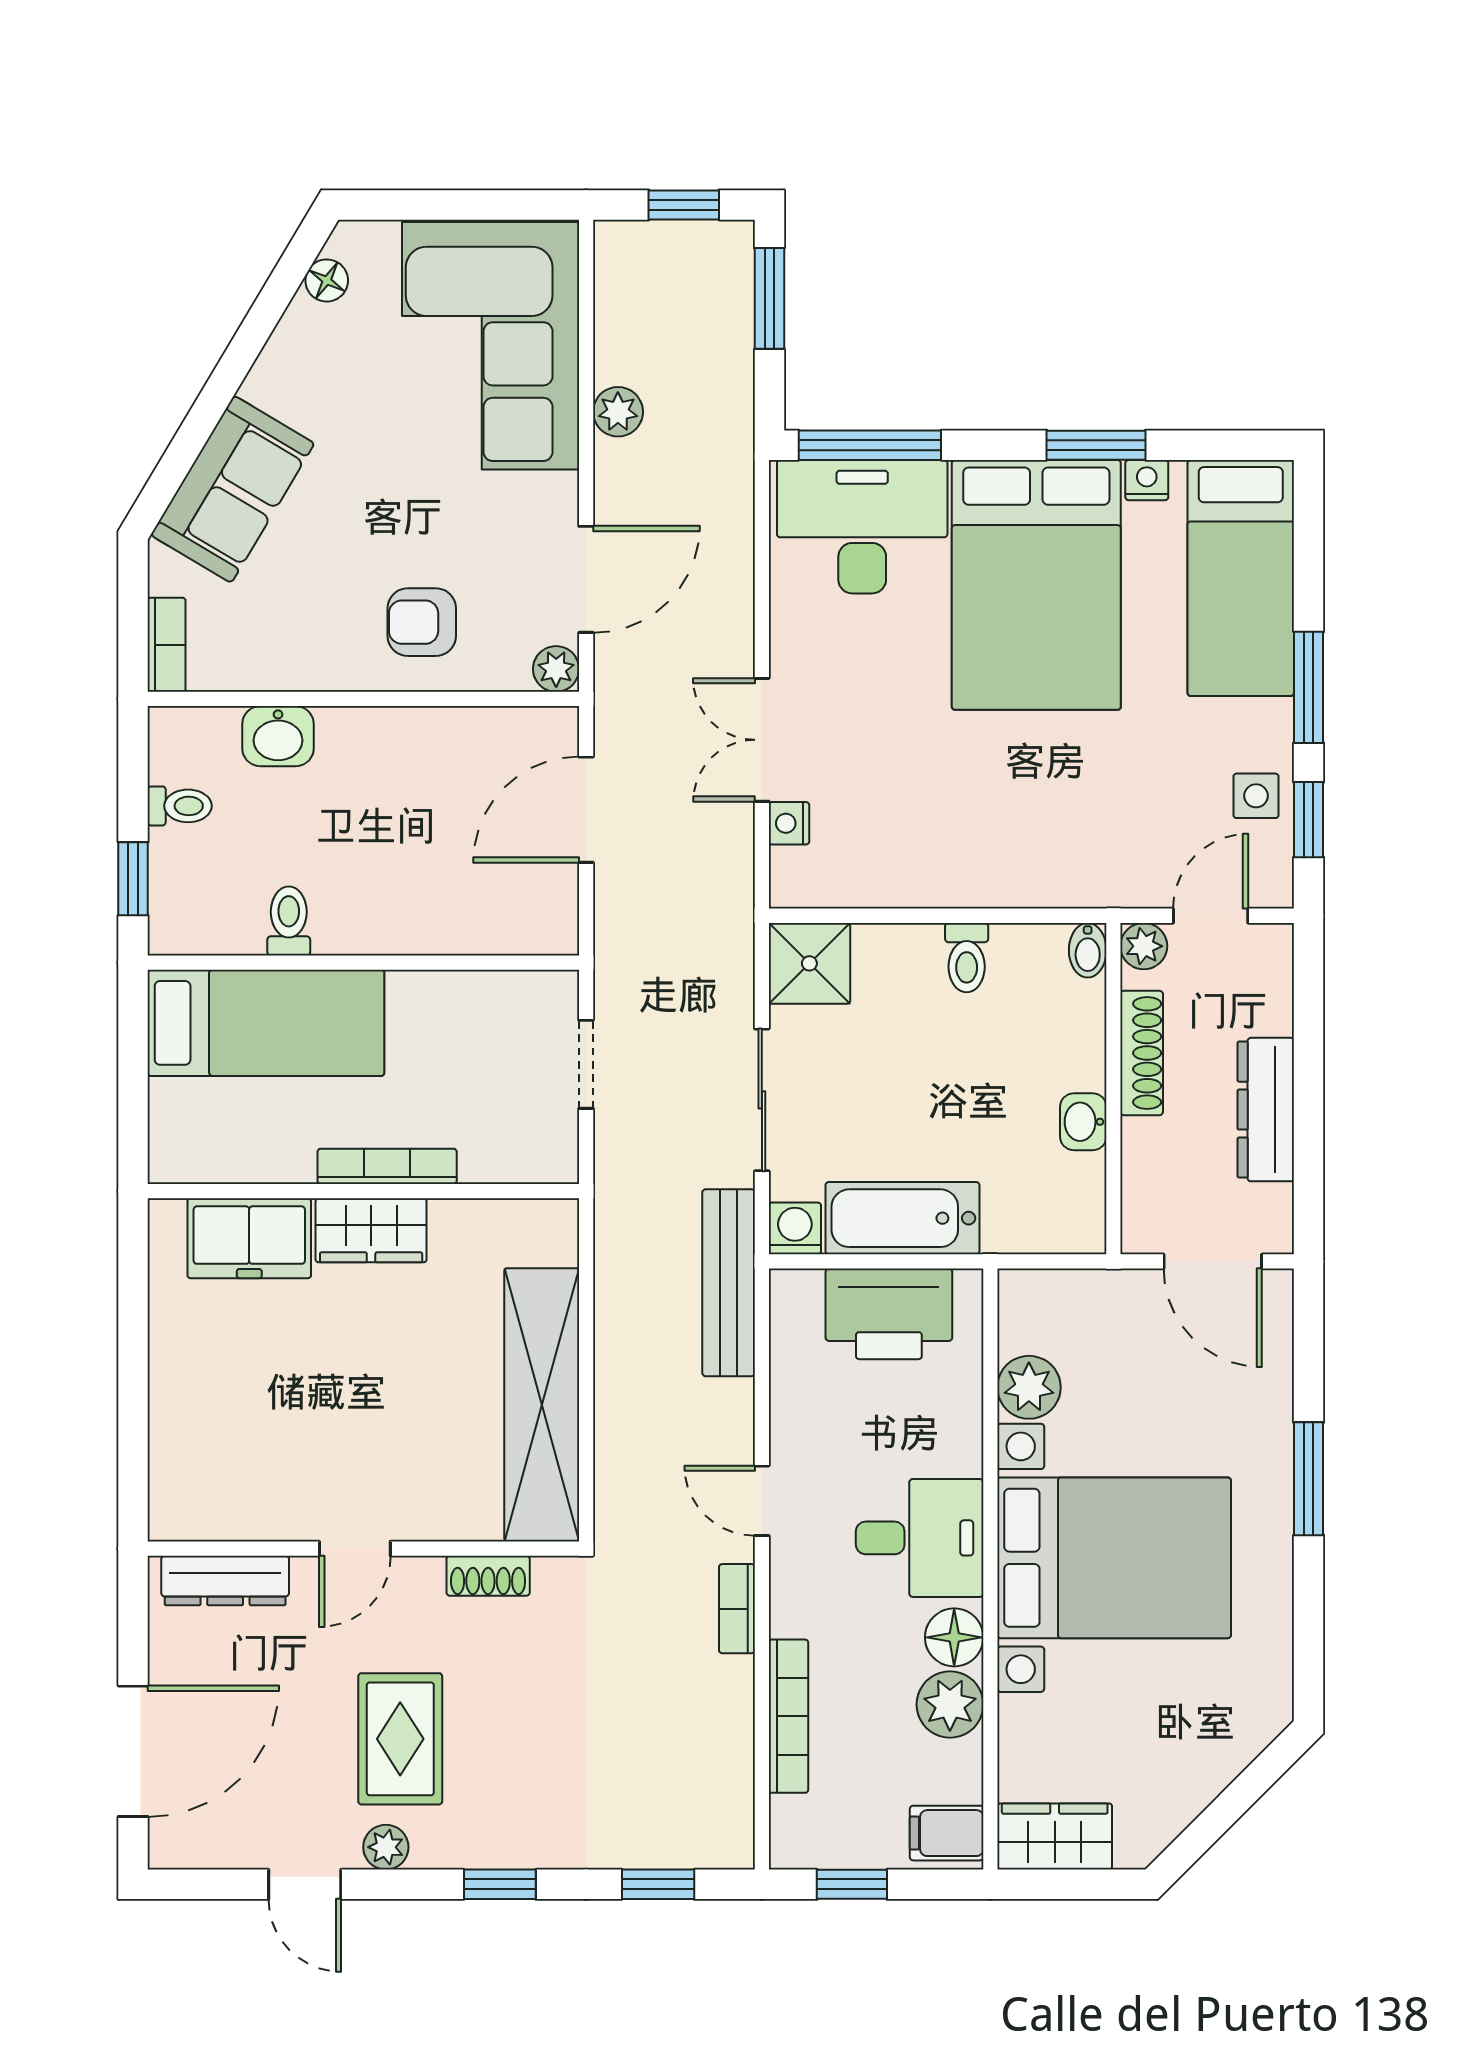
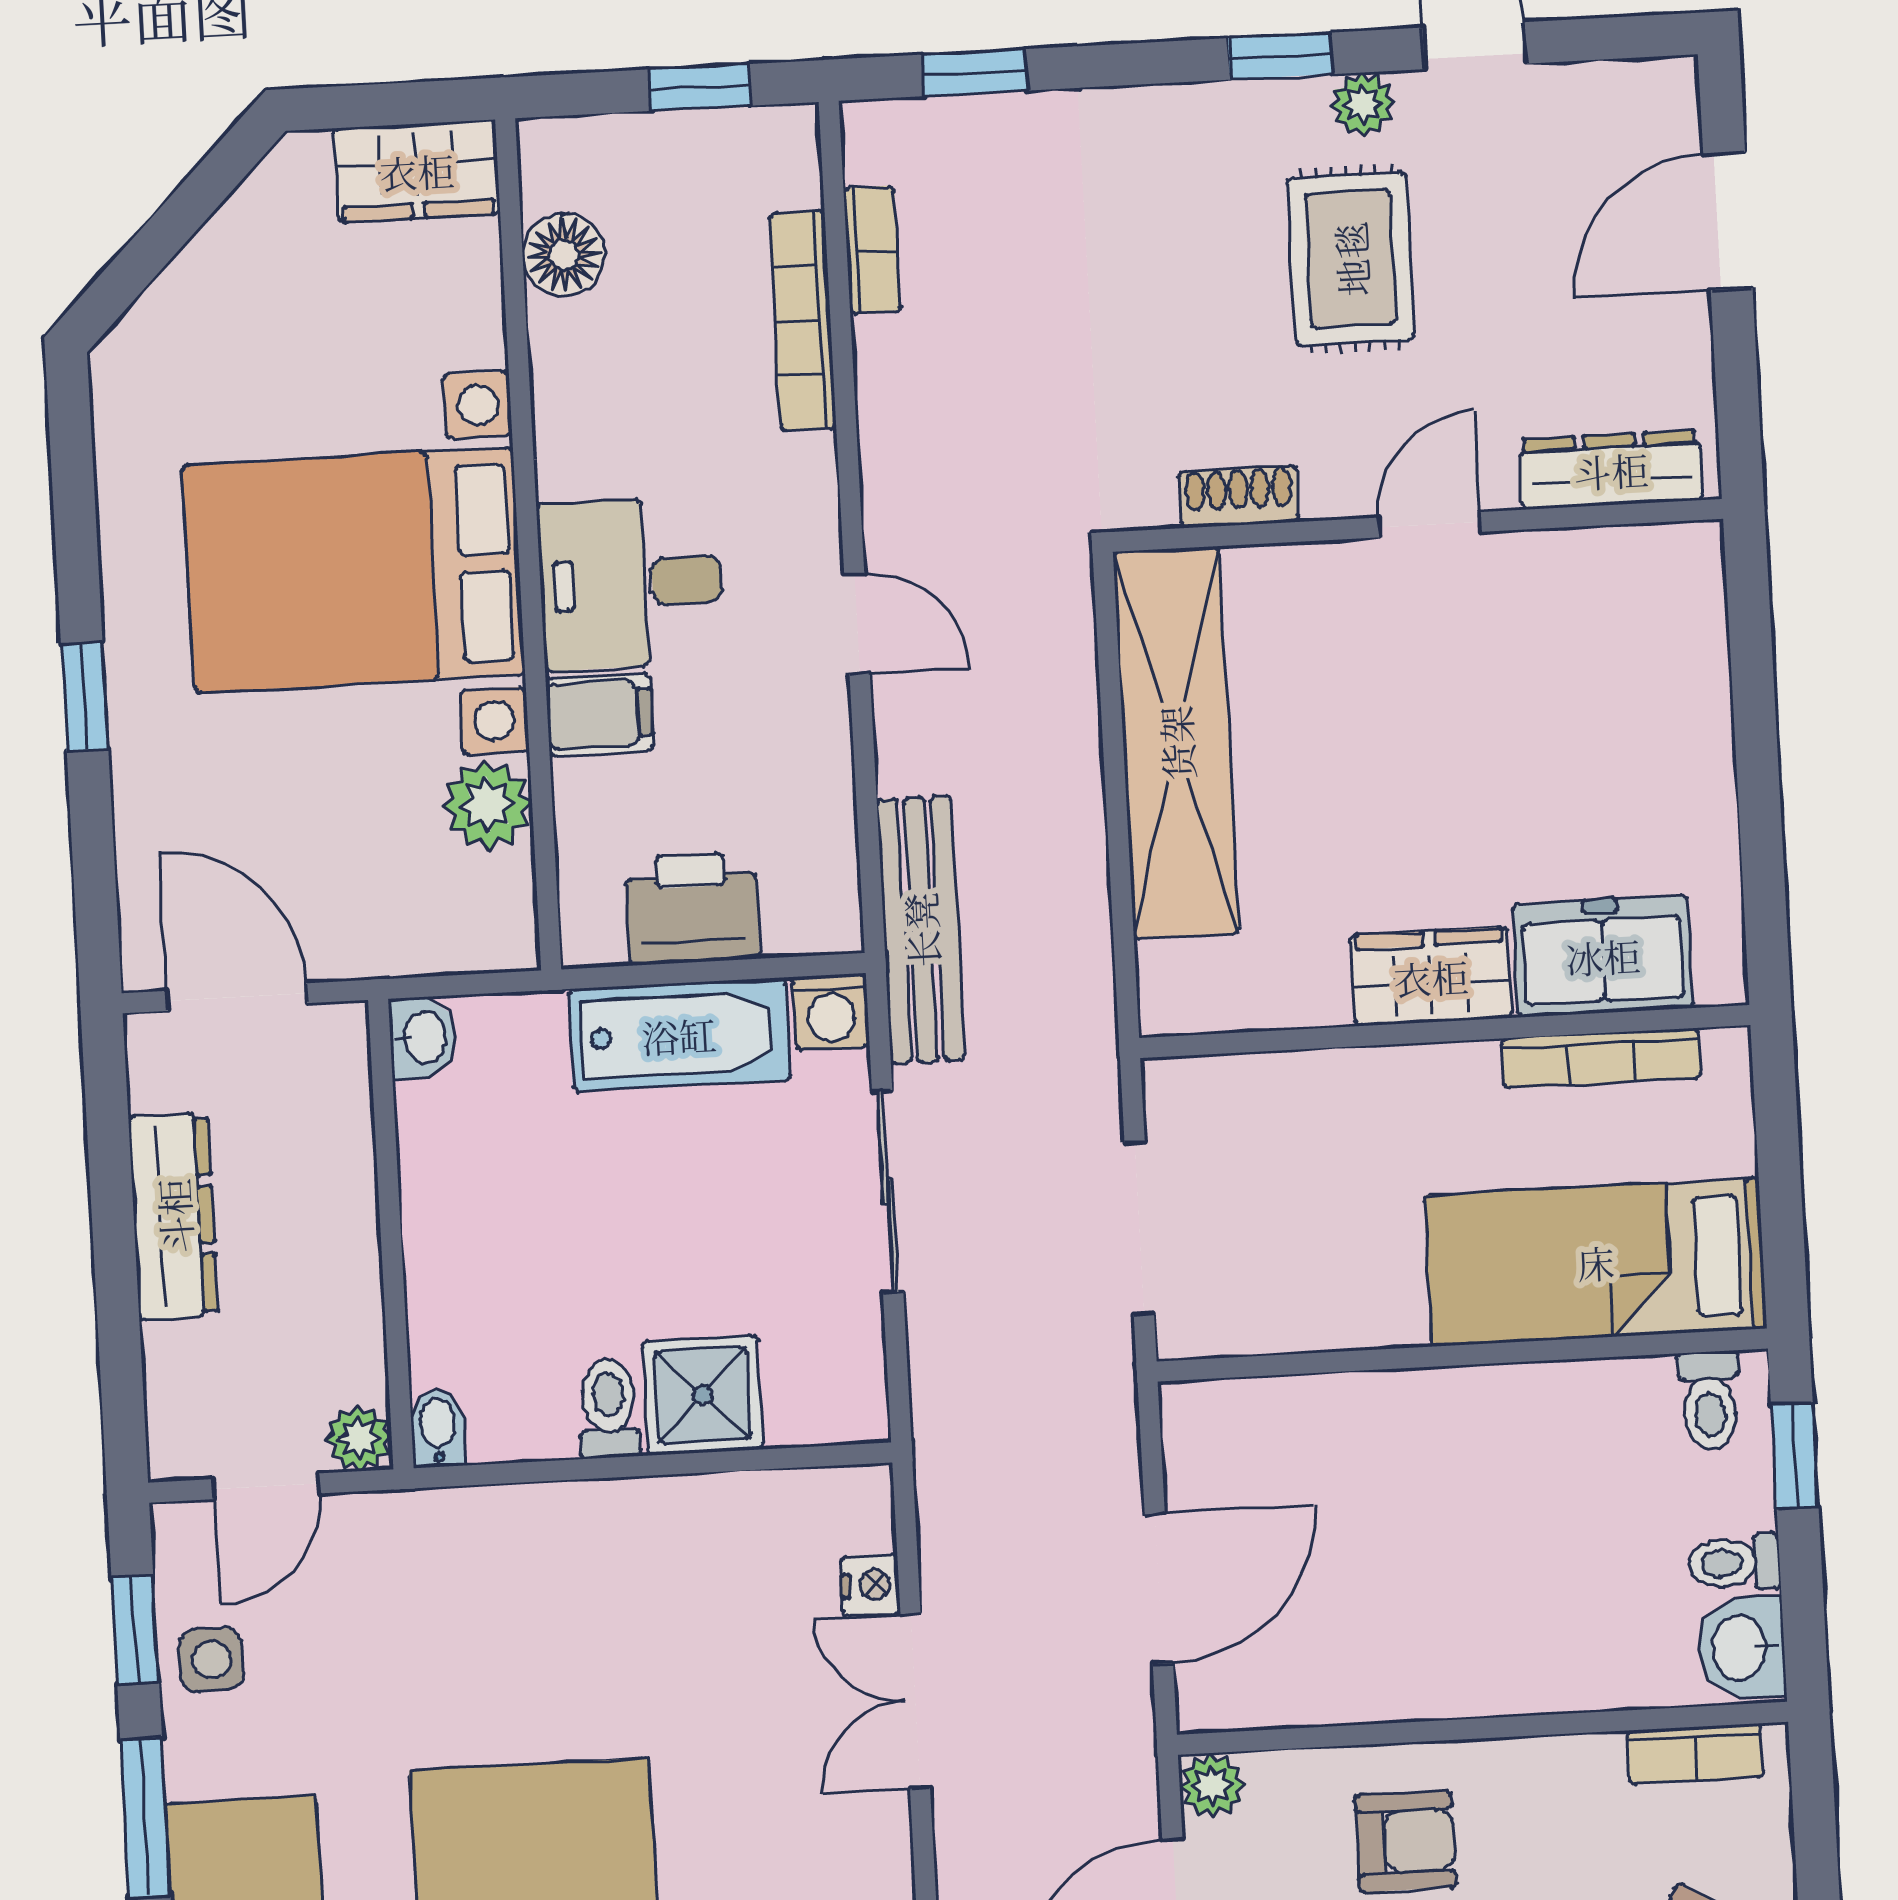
bookcase: (167, 645) -> (1695, 1754), moved, turned -90
washbasin: (278, 736) -> (1741, 1648), moved, turned -90
double door: (762, 740) -> (915, 1701), swing flipped
toilet: (289, 921) -> (1710, 1401), moved
shower: (809, 963) -> (703, 1395), moved
shoe rack: (1142, 1053) -> (354, 1287), removed
doorway: (586, 1064) -> (1139, 1228), width x1.38
washbasin: (1083, 1122) -> (423, 1038), moved
bookcase: (387, 1166) -> (1601, 1058), moved
printer: (889, 1314) -> (692, 908), width x0.73, depth x0.84
window: (1309, 1479) -> (85, 697), width x0.67
bookcase: (737, 1609) -> (872, 250), moved
floor lamp: (954, 1637) -> (564, 255), moved
plant: (950, 1705) -> (575, 350), removed
door: (133, 1751) -> (1728, 221), width x0.73
filing cabinet: (947, 1833) -> (599, 714), moved
window: (500, 1884) -> (1280, 56), moved

